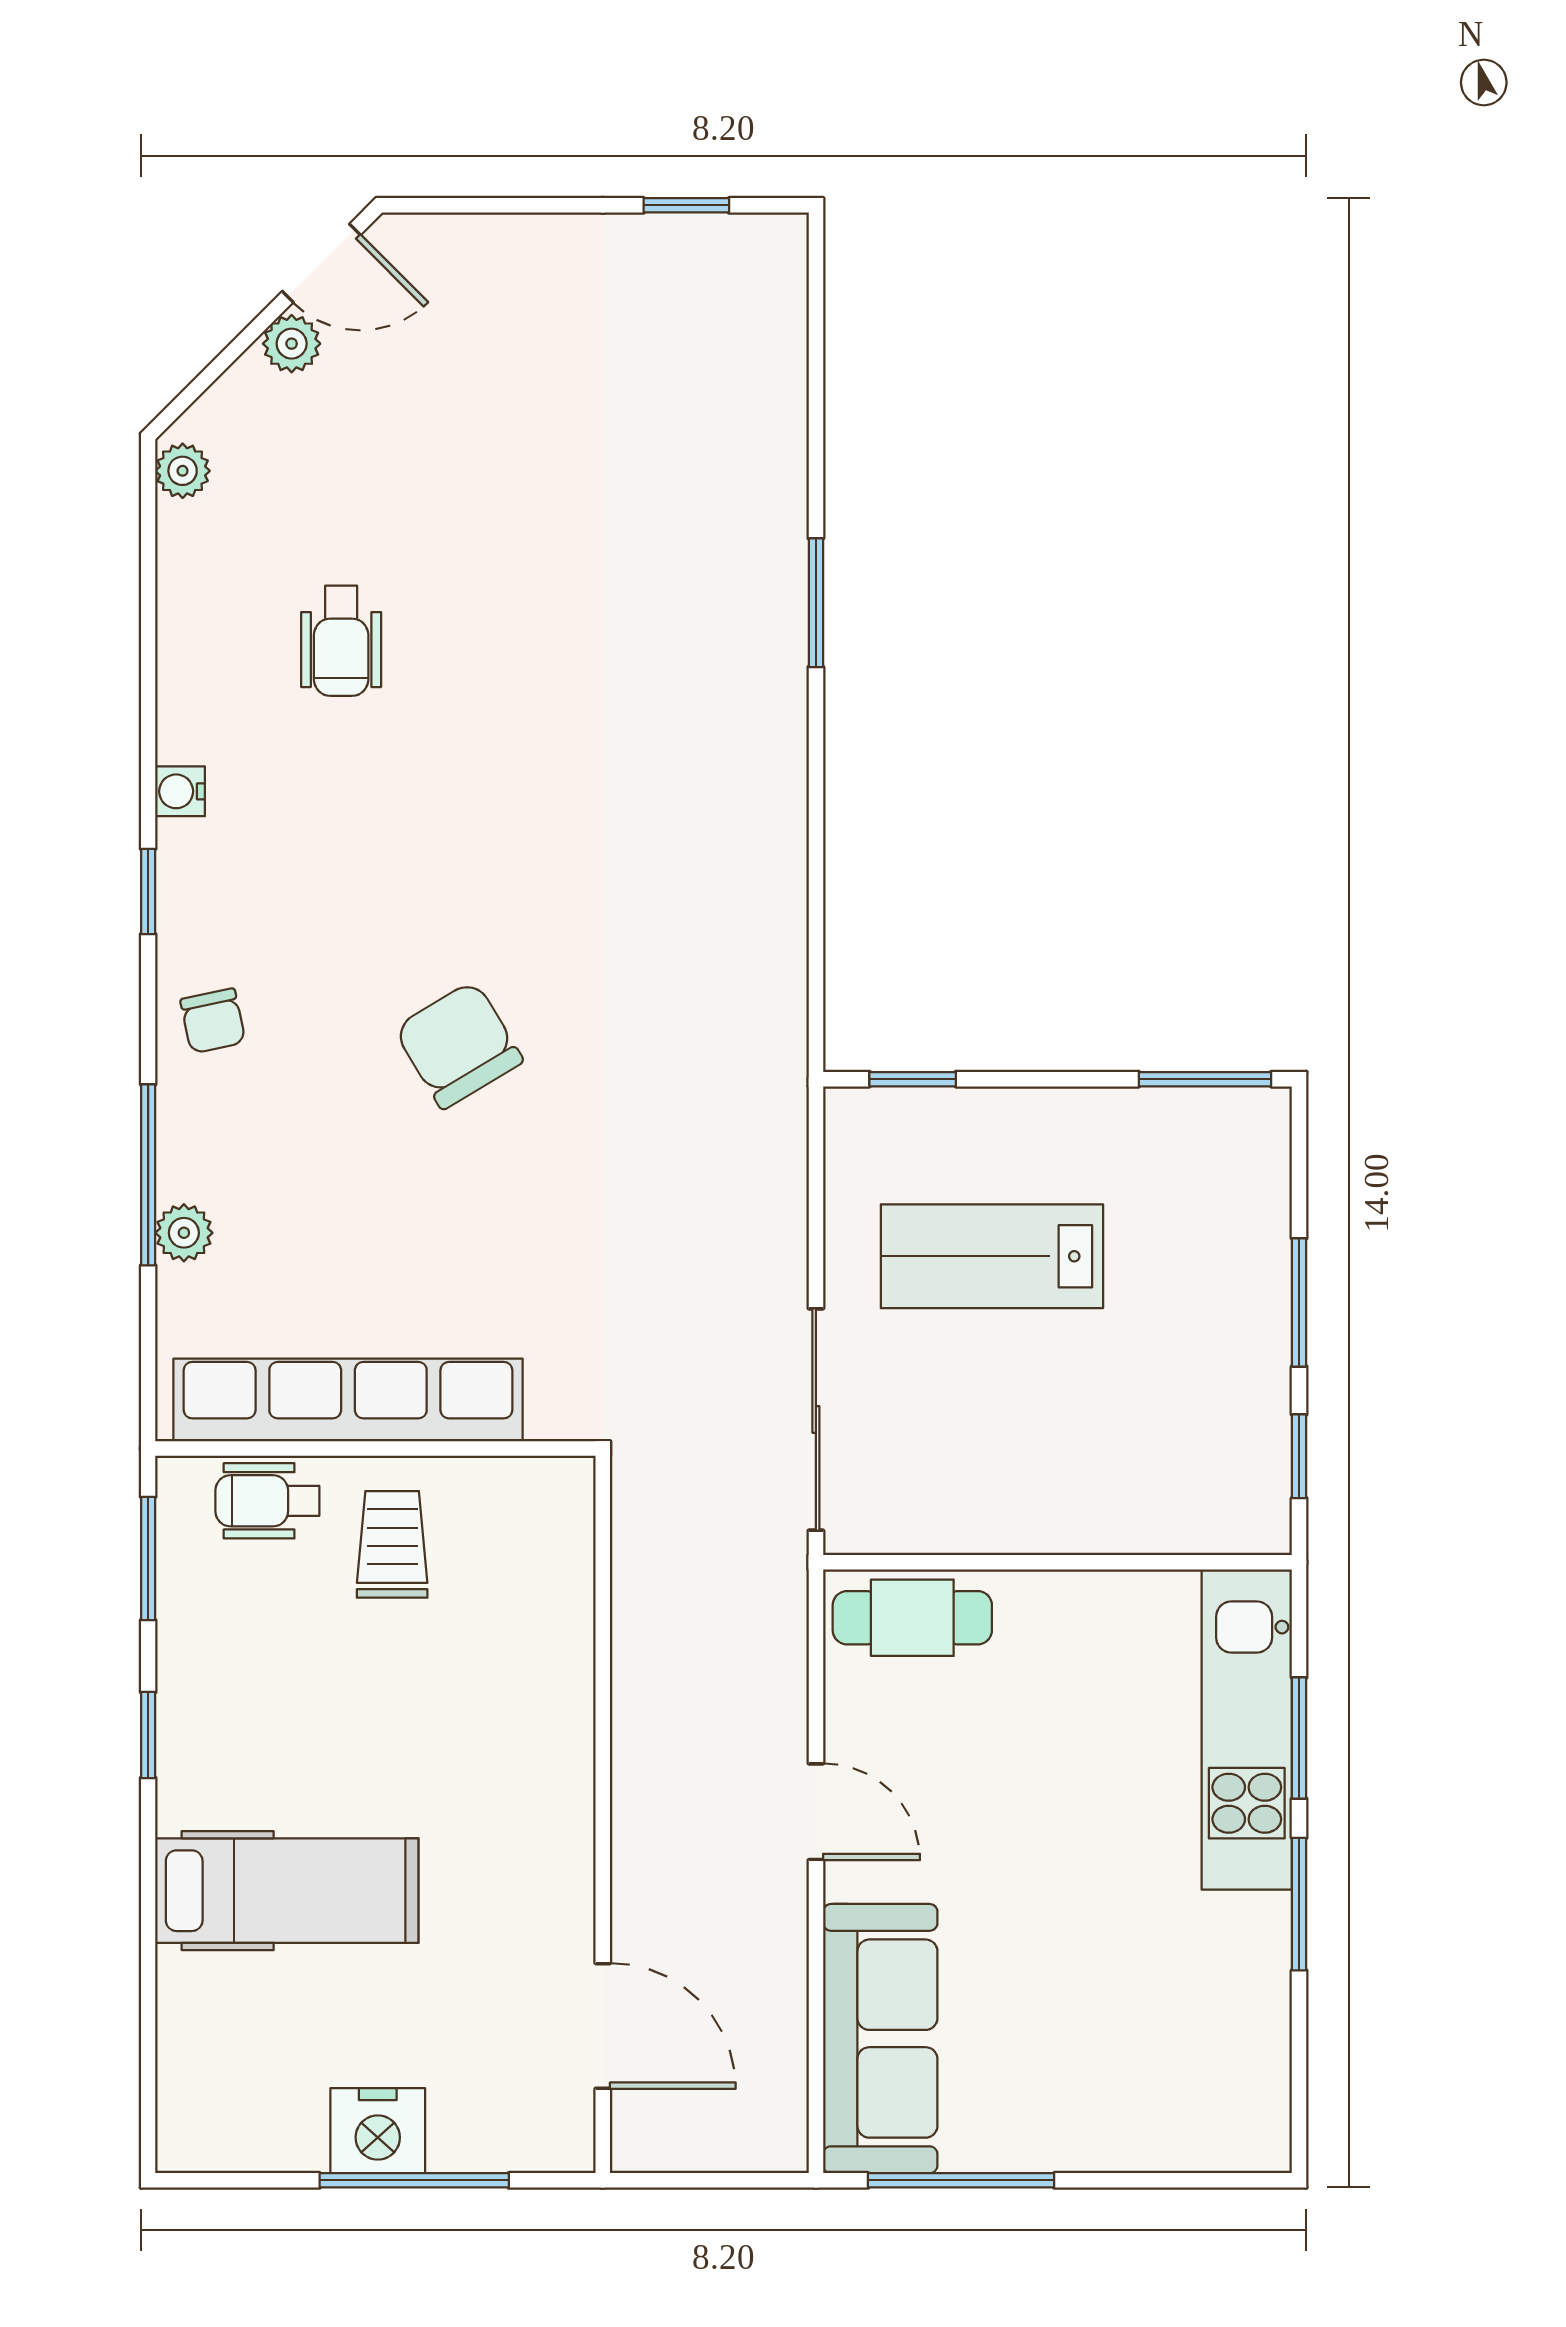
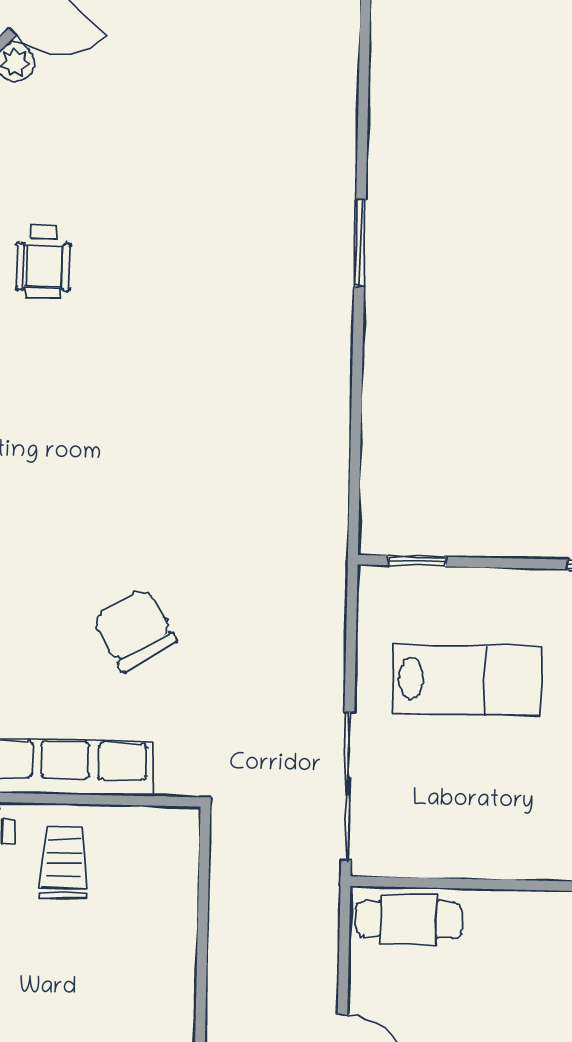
chair: (459, 1045) -> (135, 630), moved
lab bench: (992, 1256) -> (467, 680), turned 180

